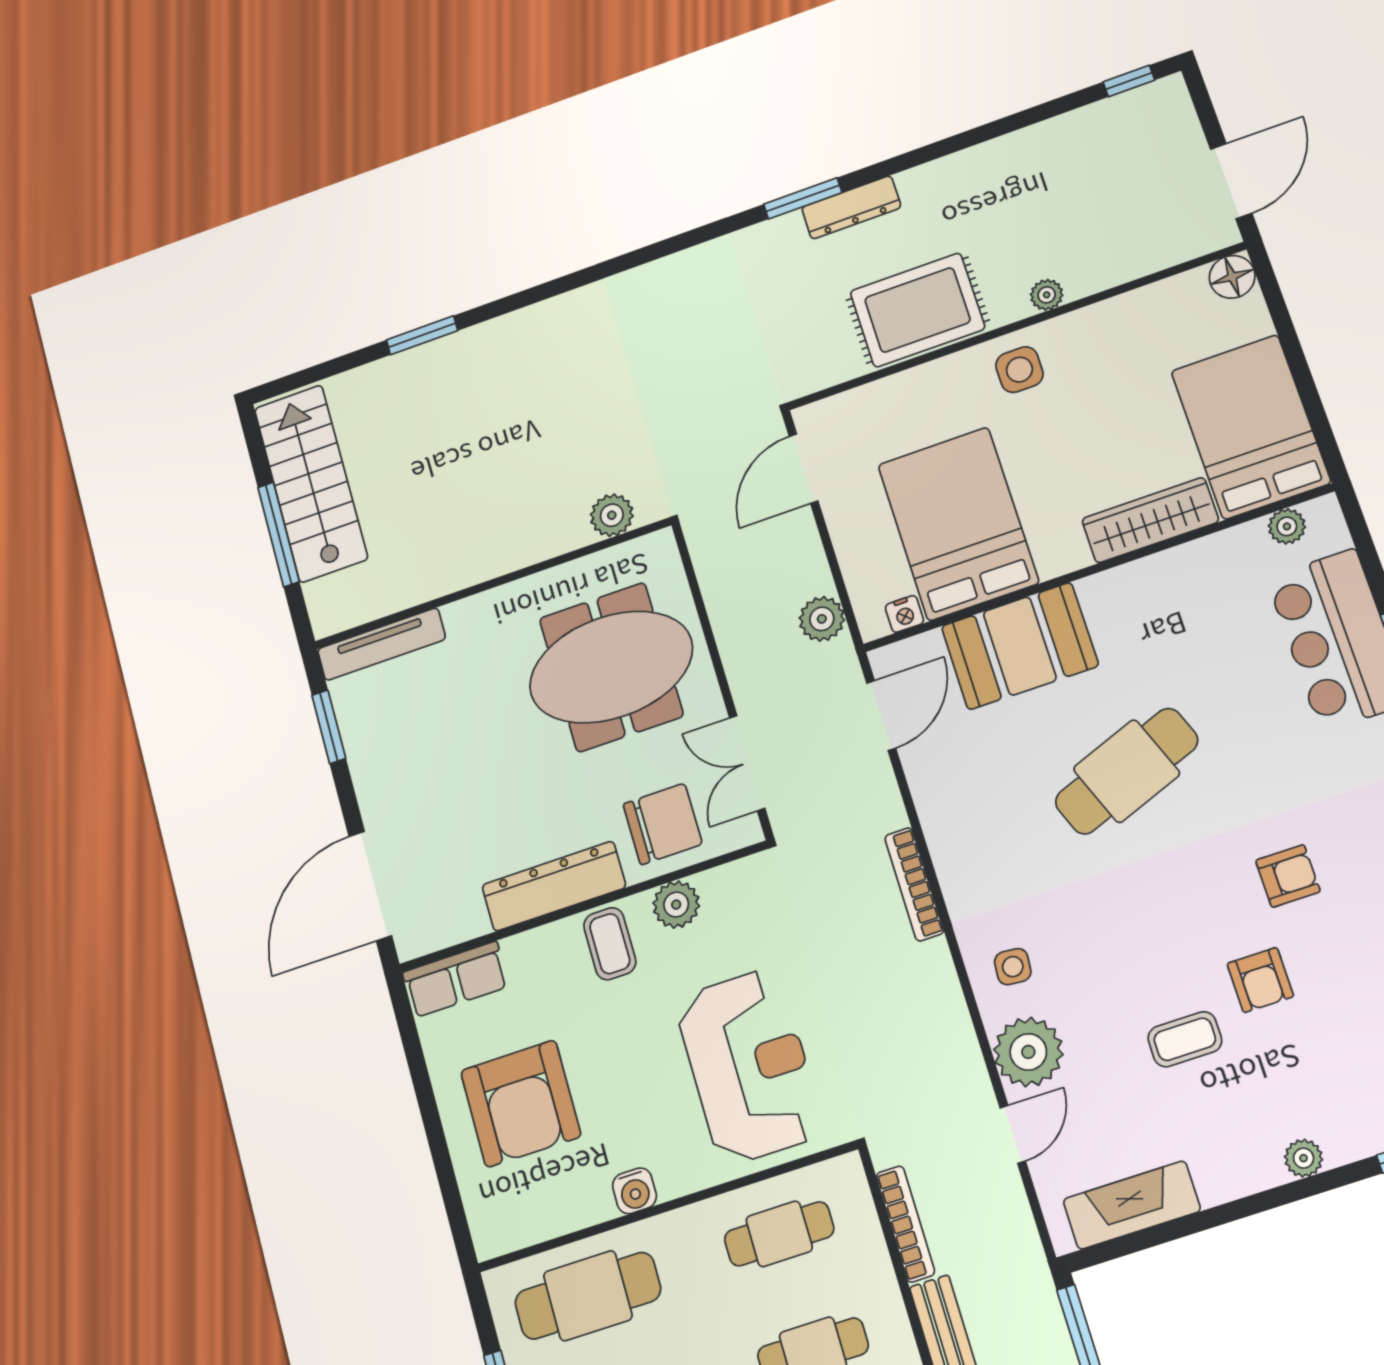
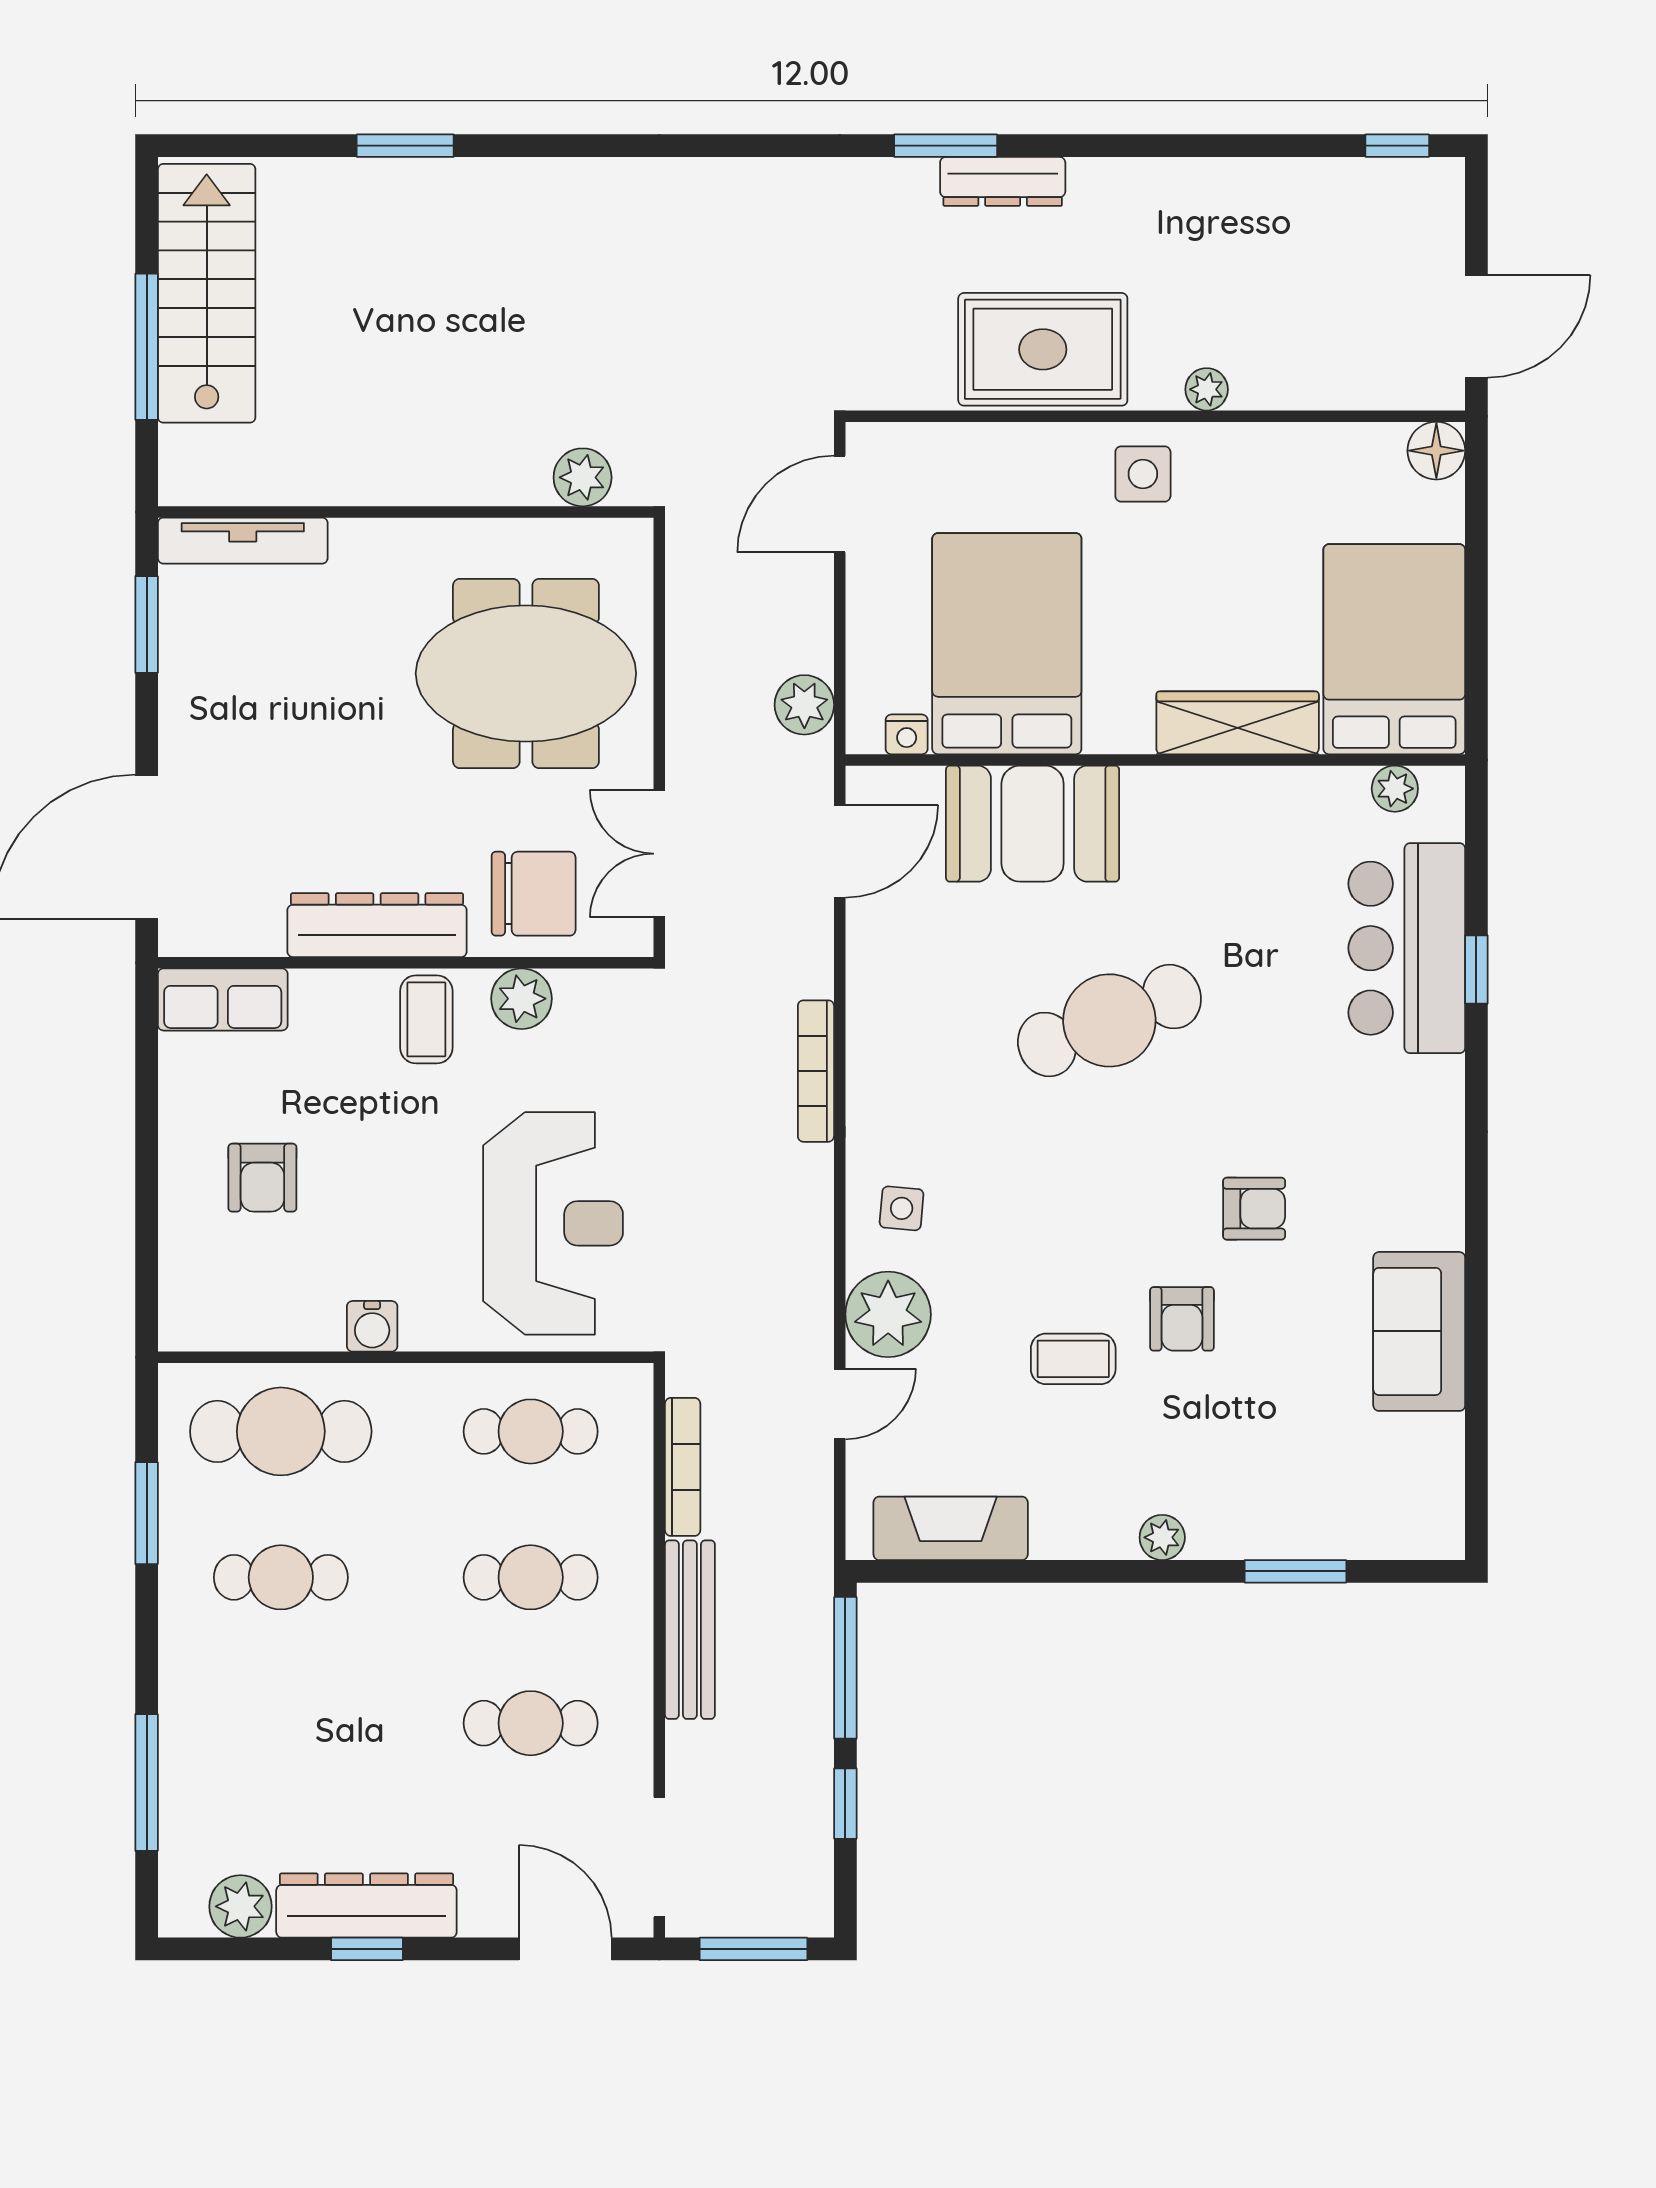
armchair: (521, 1104) -> (262, 1178), width x0.53, depth x0.53

